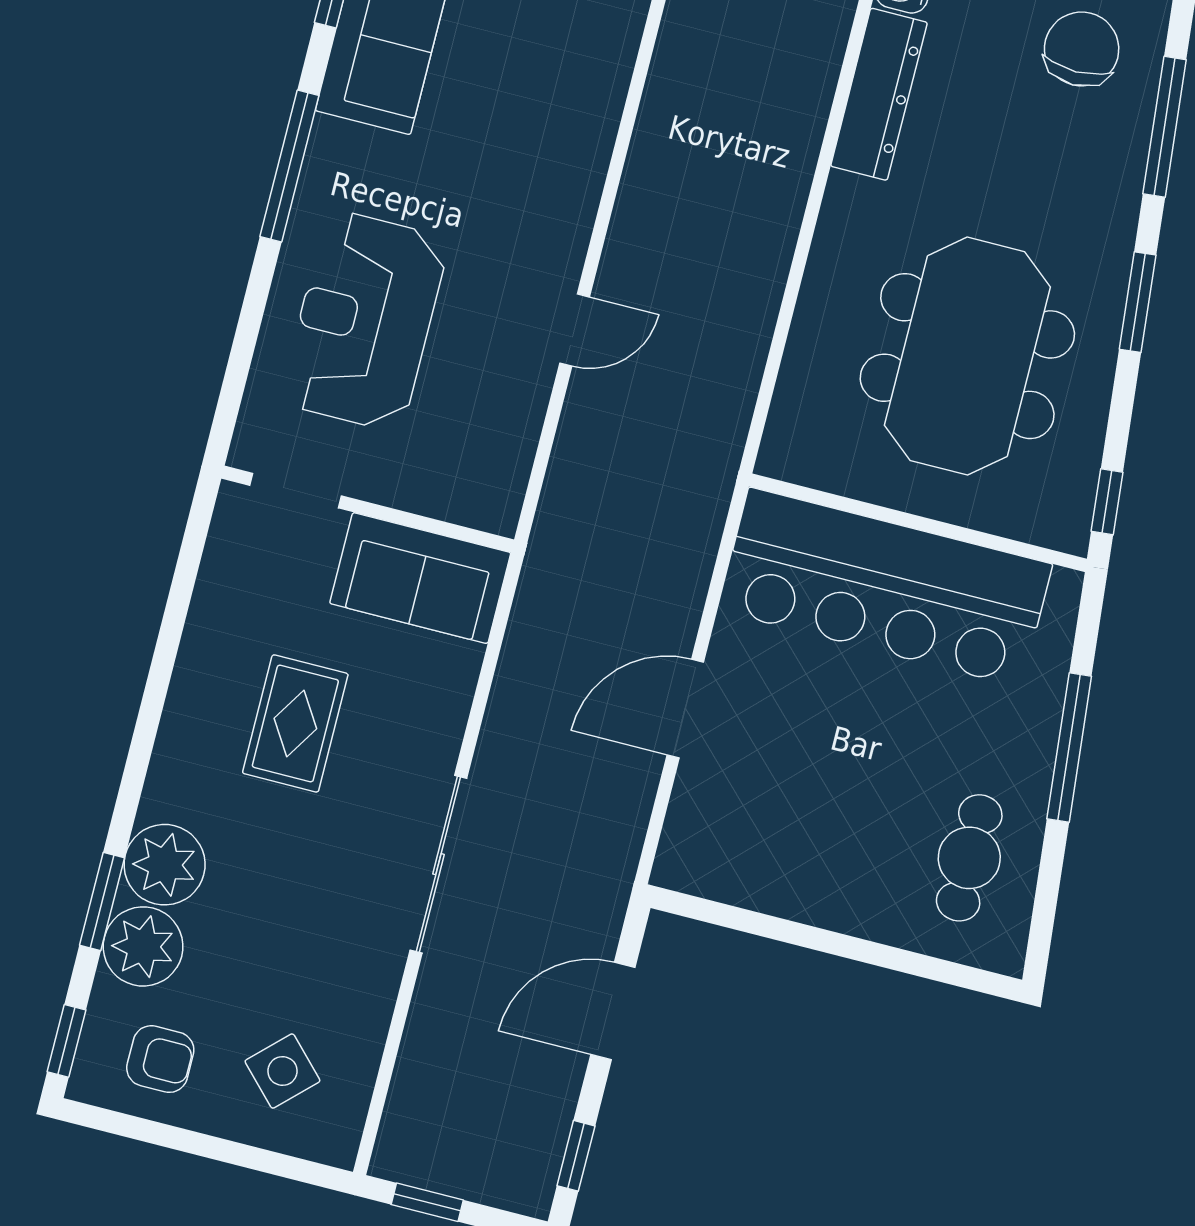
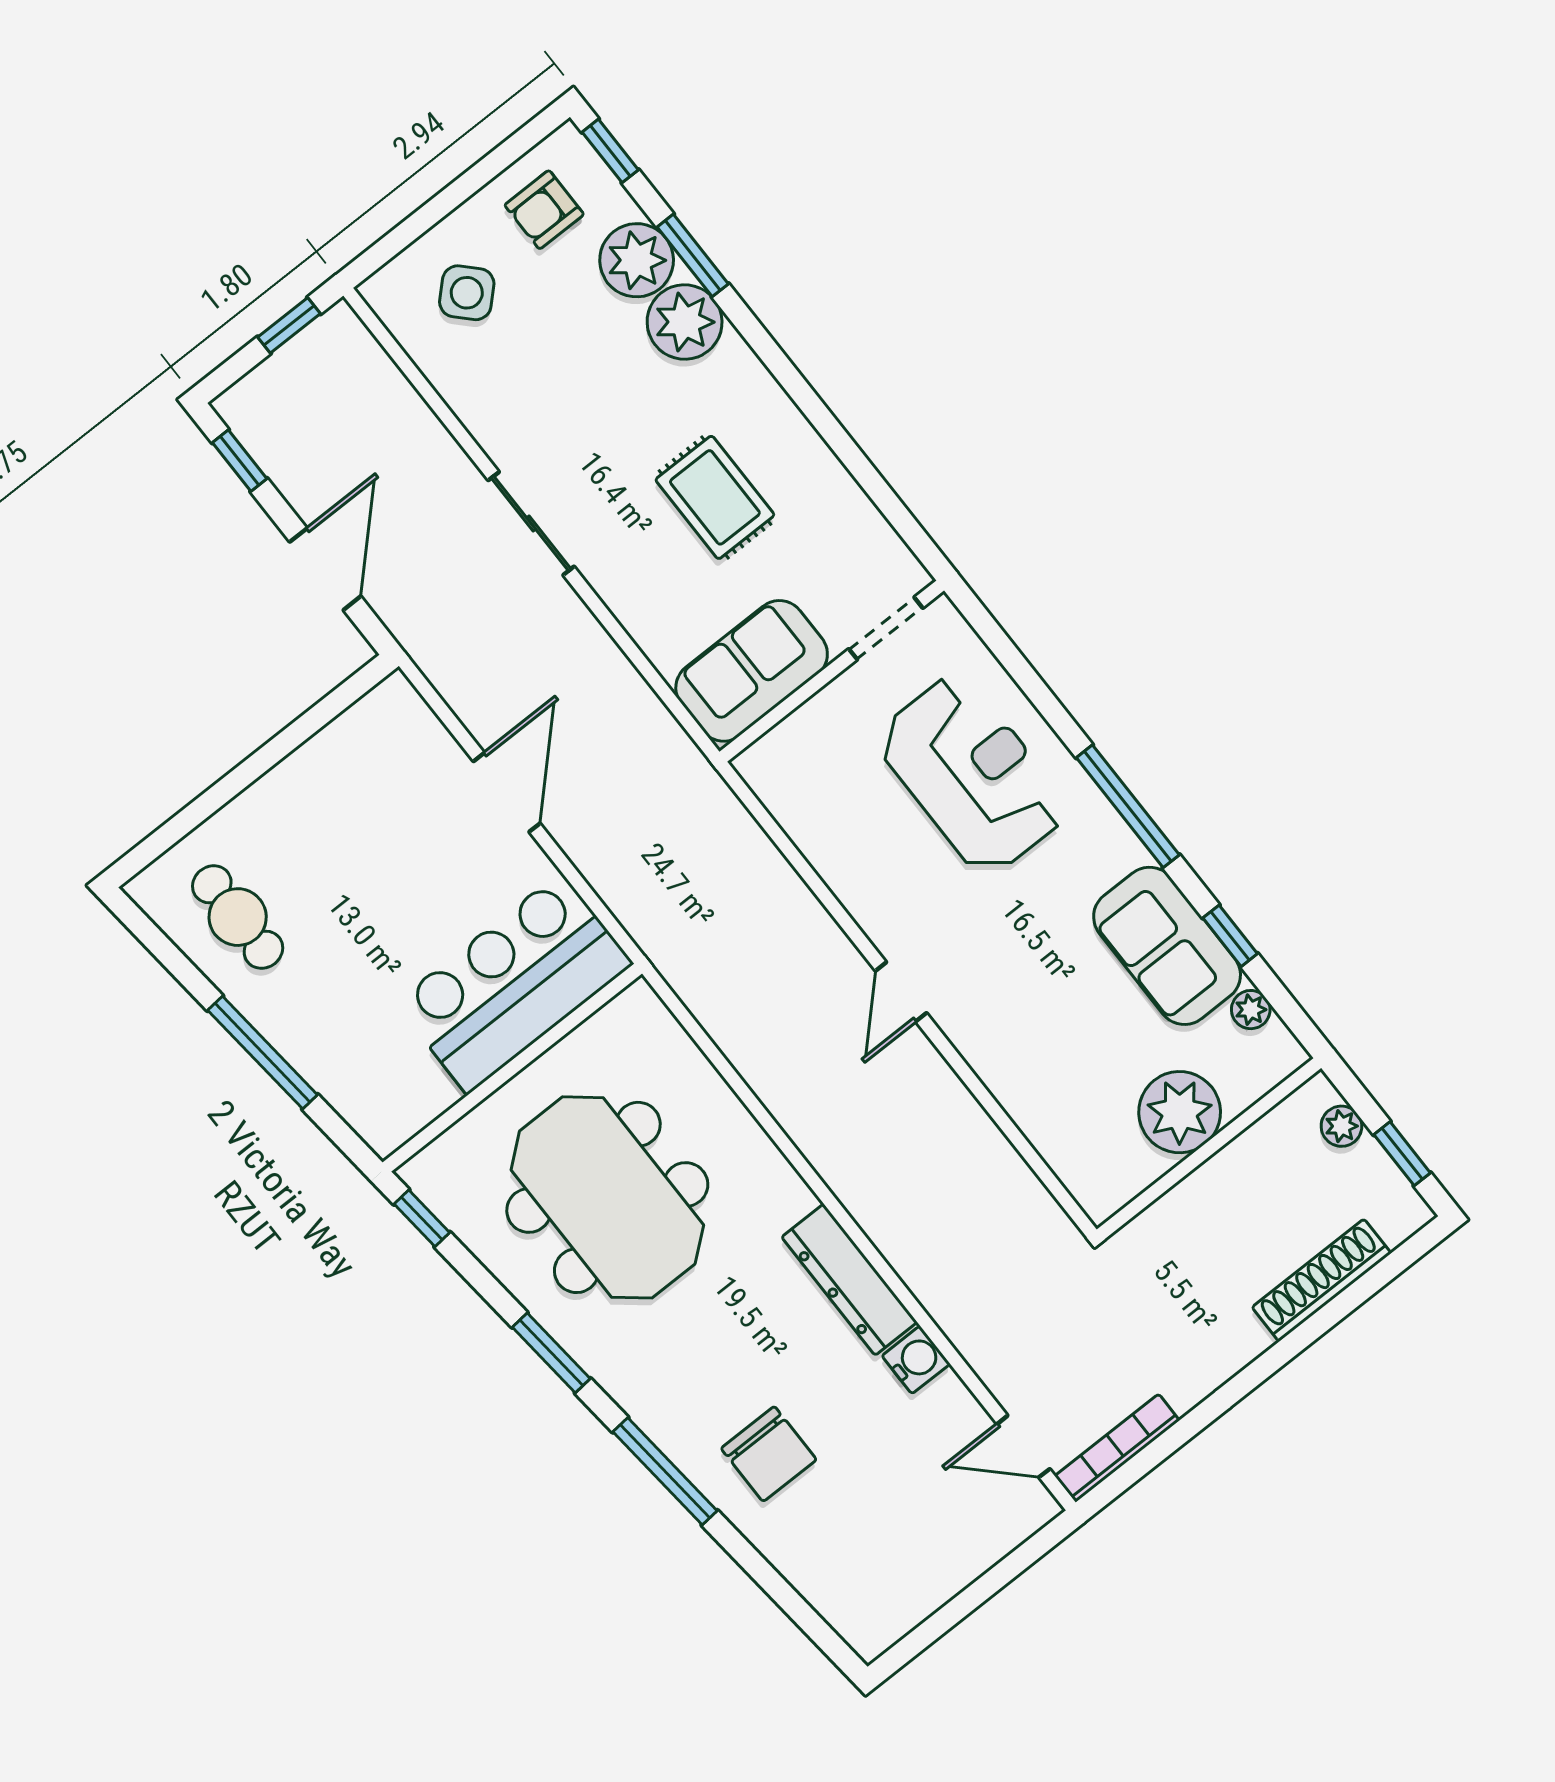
door: (575, 330) -> (901, 992), moved
bar counter: (885, 587) -> (514, 983), width x0.73
sliding door: (438, 864) -> (531, 523), width x0.73

